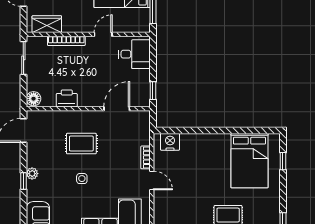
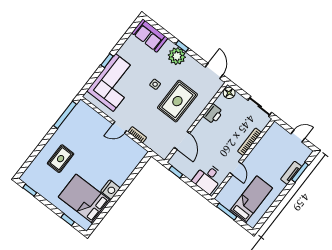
wardrobe: (47, 24) -> (270, 138), removed
nightstand: (170, 142) -> (110, 190), moved
rug: (81, 144) -> (177, 101), width x1.36, depth x1.43
plant: (32, 174) -> (177, 56), width x1.87, depth x1.87

